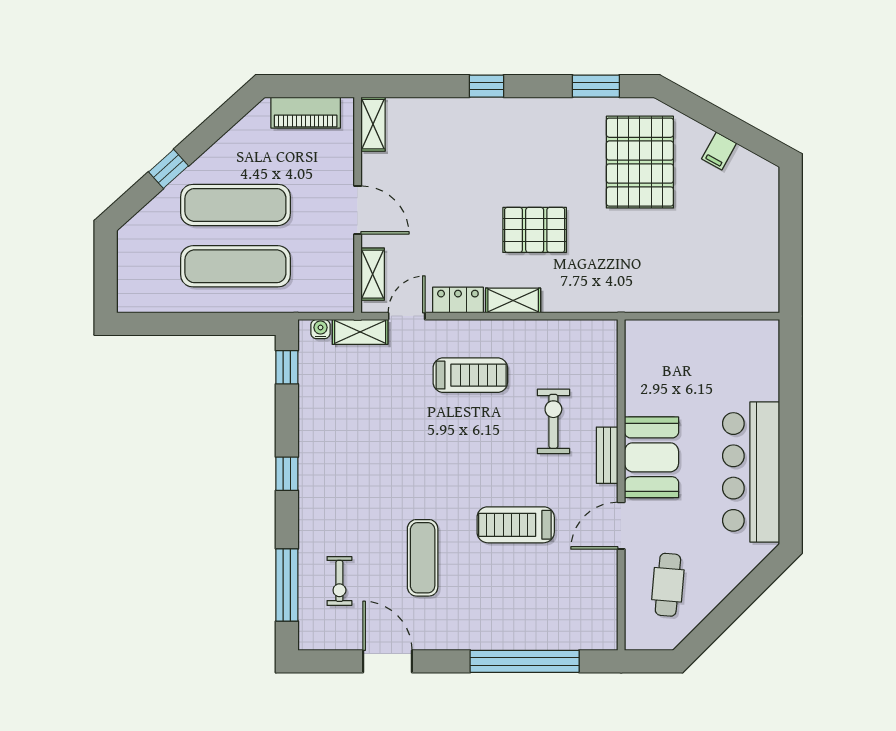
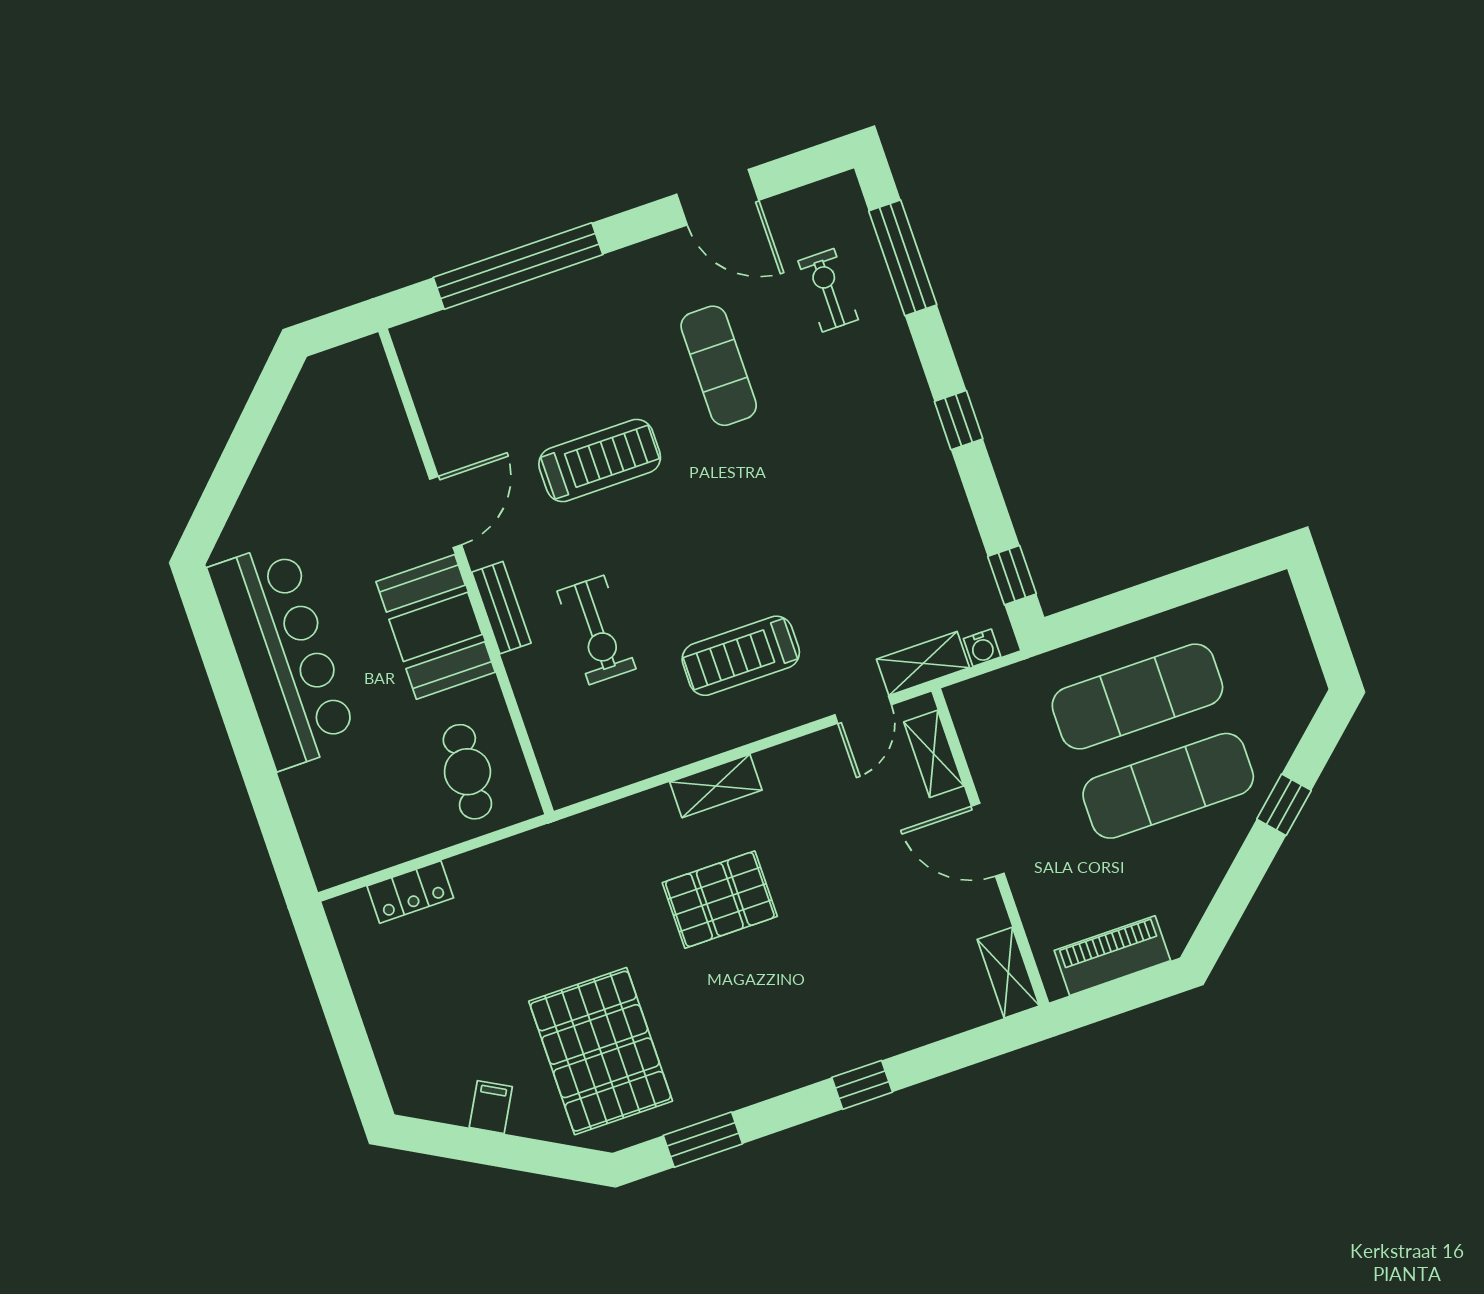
locker: (458, 300) -> (410, 892), moved
cafe table: (668, 585) -> (467, 772), moved

